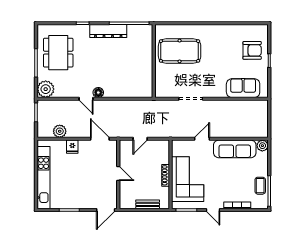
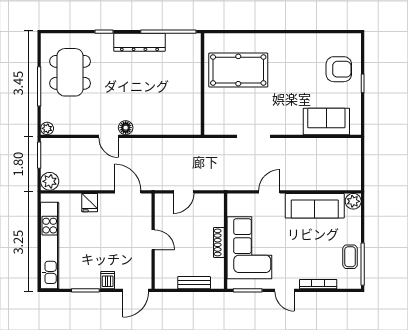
plant: (46, 89) -> (47, 128), width x0.53, depth x0.53
plant: (60, 131) -> (50, 181), moved
dishwasher: (85, 202) -> (108, 280), added

